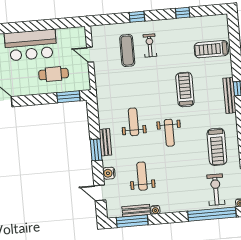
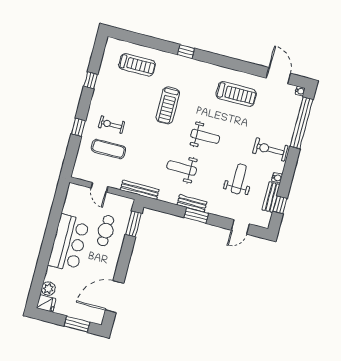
treadmill: (211, 49) -> (137, 65), turned -90
door: (90, 55) -> (99, 187), hinge flipped
treadmill: (185, 89) -> (168, 105), turned -90
bench: (230, 95) -> (140, 190), moved
water cooler: (109, 173) -> (224, 211), removed
weight bench: (142, 176) -> (239, 179), turned 90
exercise bike: (216, 190) -> (270, 149), moved
window: (132, 221) -> (280, 205), width x0.46

